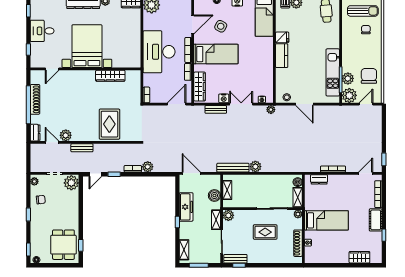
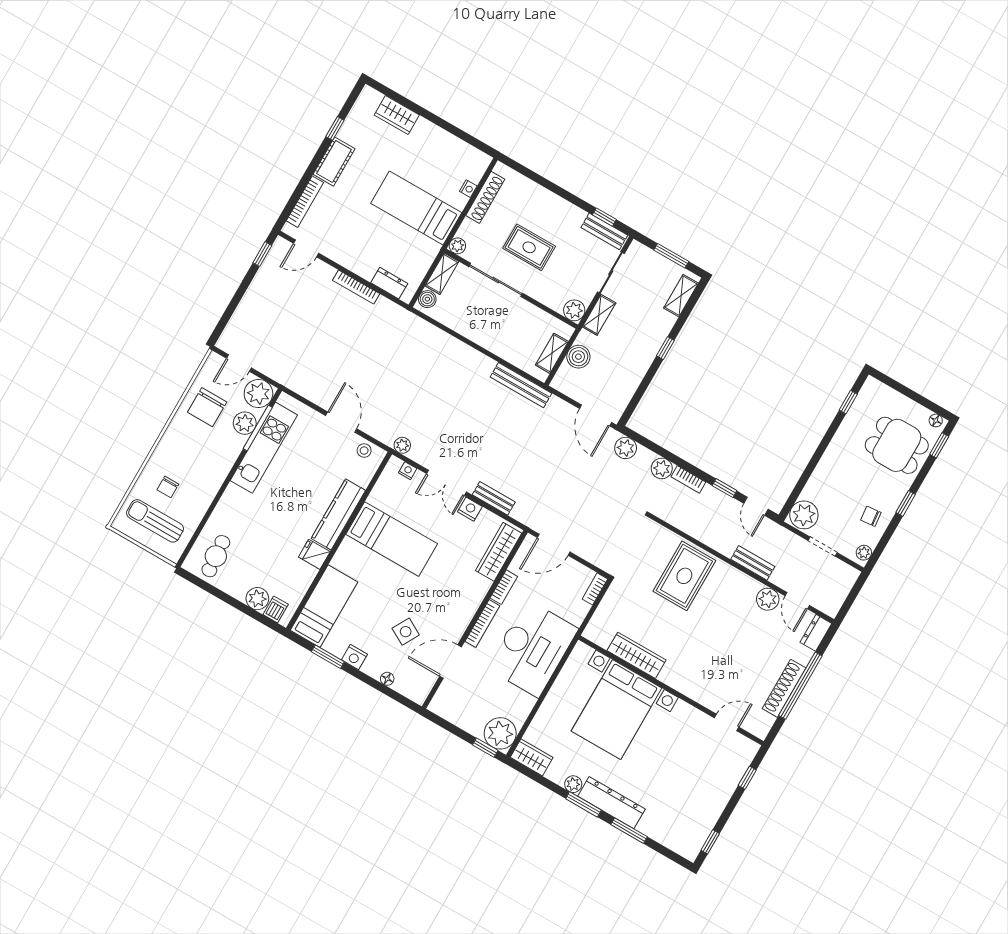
desk: (42, 31) -> (707, 795), removed
bed with nightstands: (87, 46) -> (617, 709), moved
bed: (216, 54) -> (392, 539), moved, turned 180
kitchen counter: (282, 56) -> (338, 514), width x1.50
plant: (255, 167) -> (626, 448), moved
door: (95, 174) -> (756, 506), swing flipped
freezer: (186, 207) -> (636, 365), removed
dining table: (63, 245) -> (897, 445), moved, turned 90

